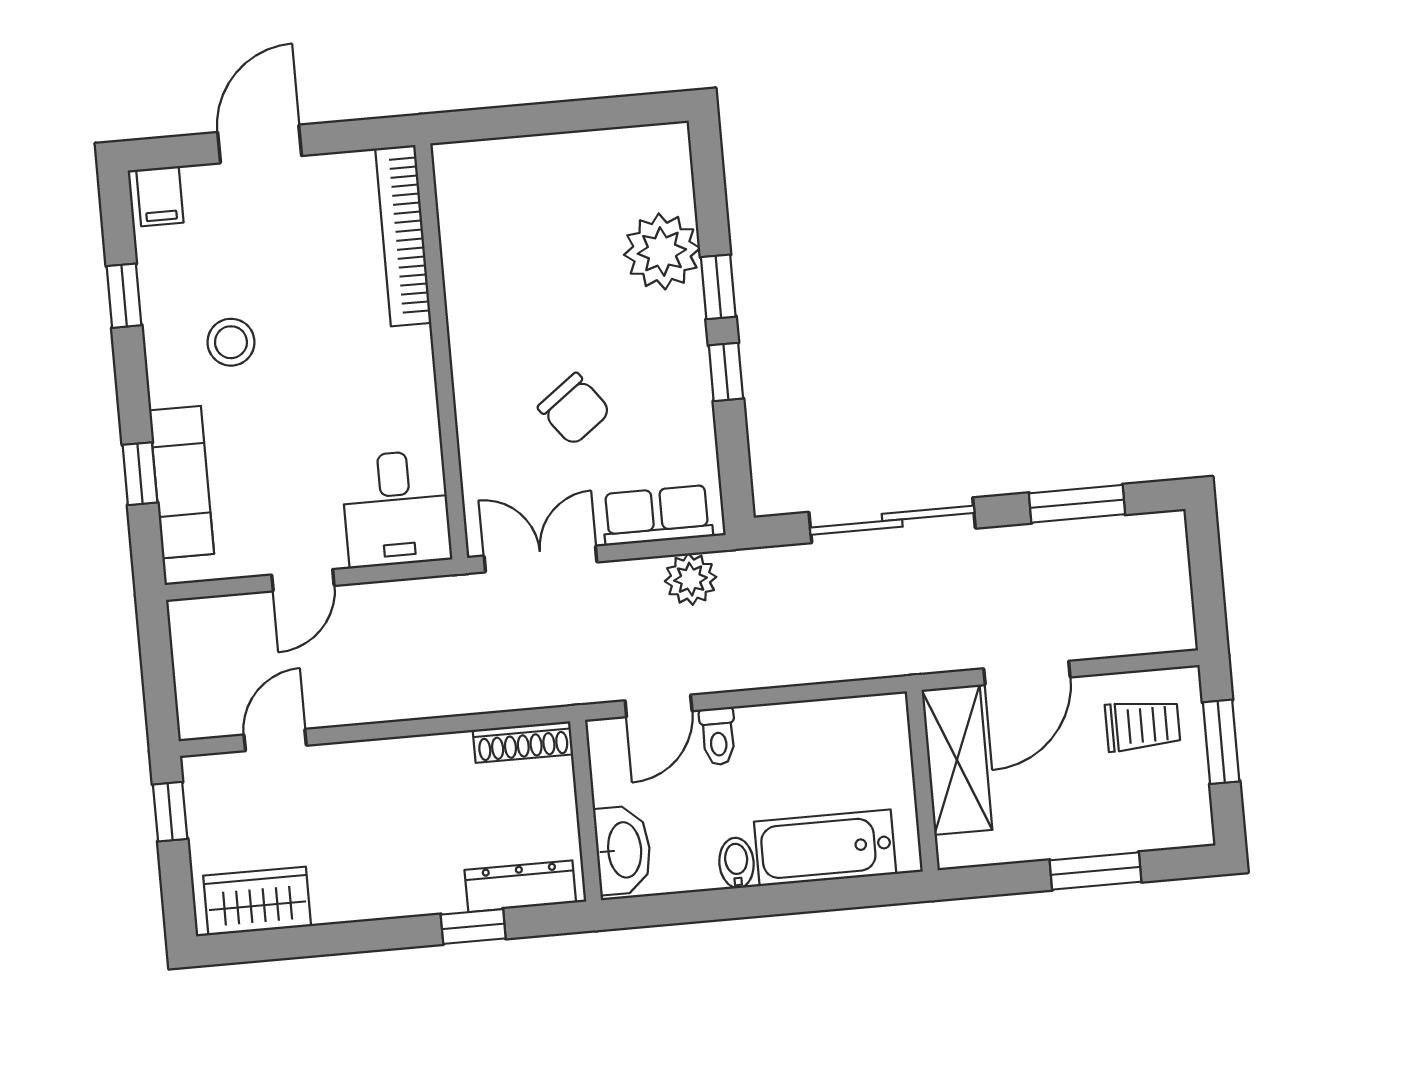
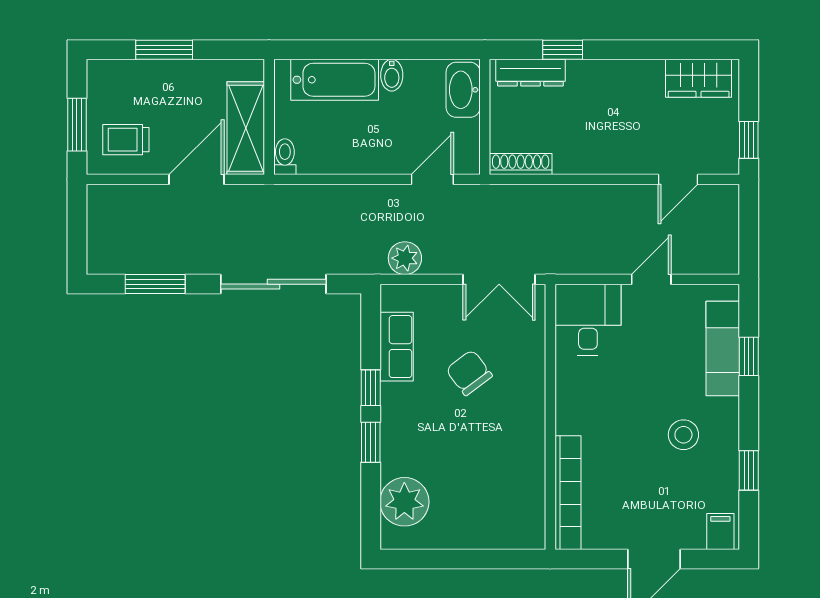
plant: (662, 251) -> (404, 502), moved
row of seats: (657, 515) -> (397, 347), moved, turned -90
toilet: (718, 736) -> (285, 157), moved

